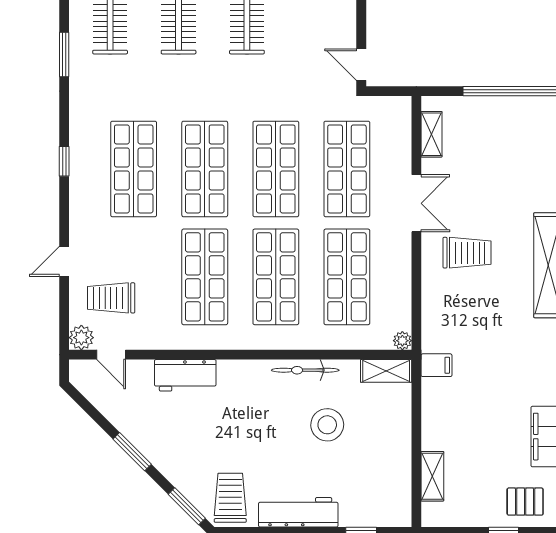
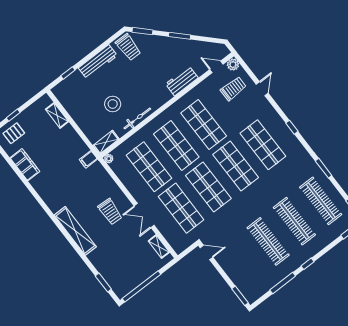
trolley: (467, 253) -> (110, 212), turned -87

